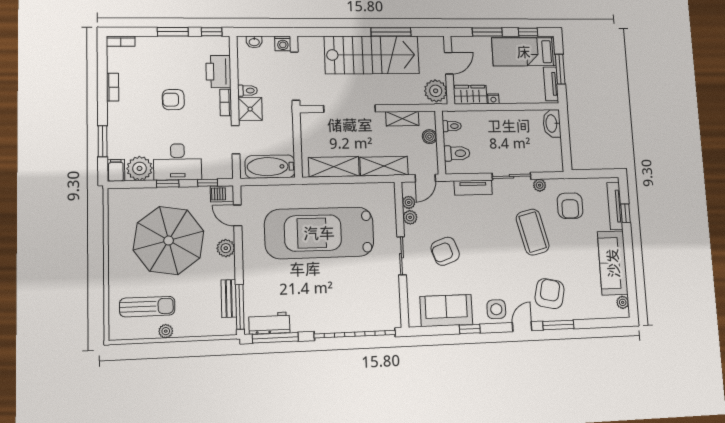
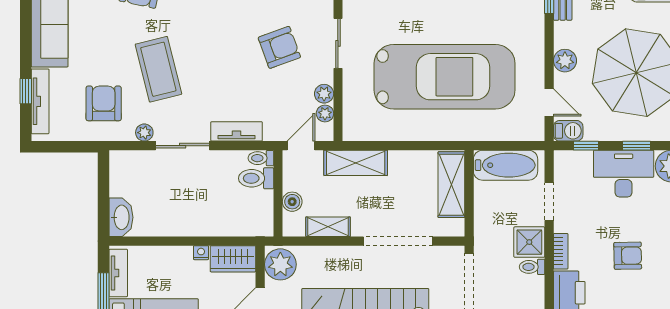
toilet: (452, 126) -> (261, 158), moved
shelving: (334, 167) -> (451, 185), moved, turned 90

